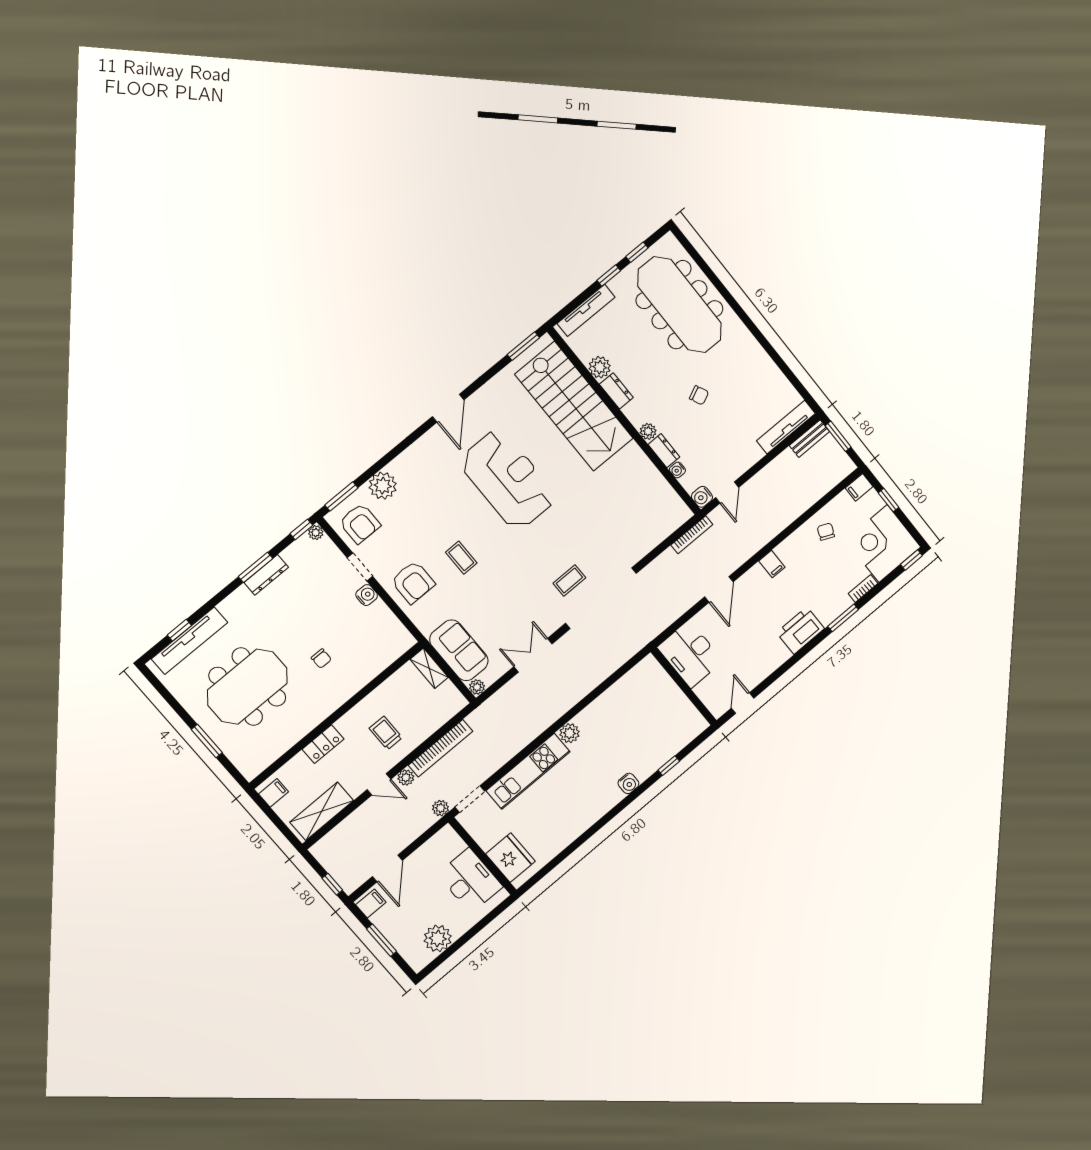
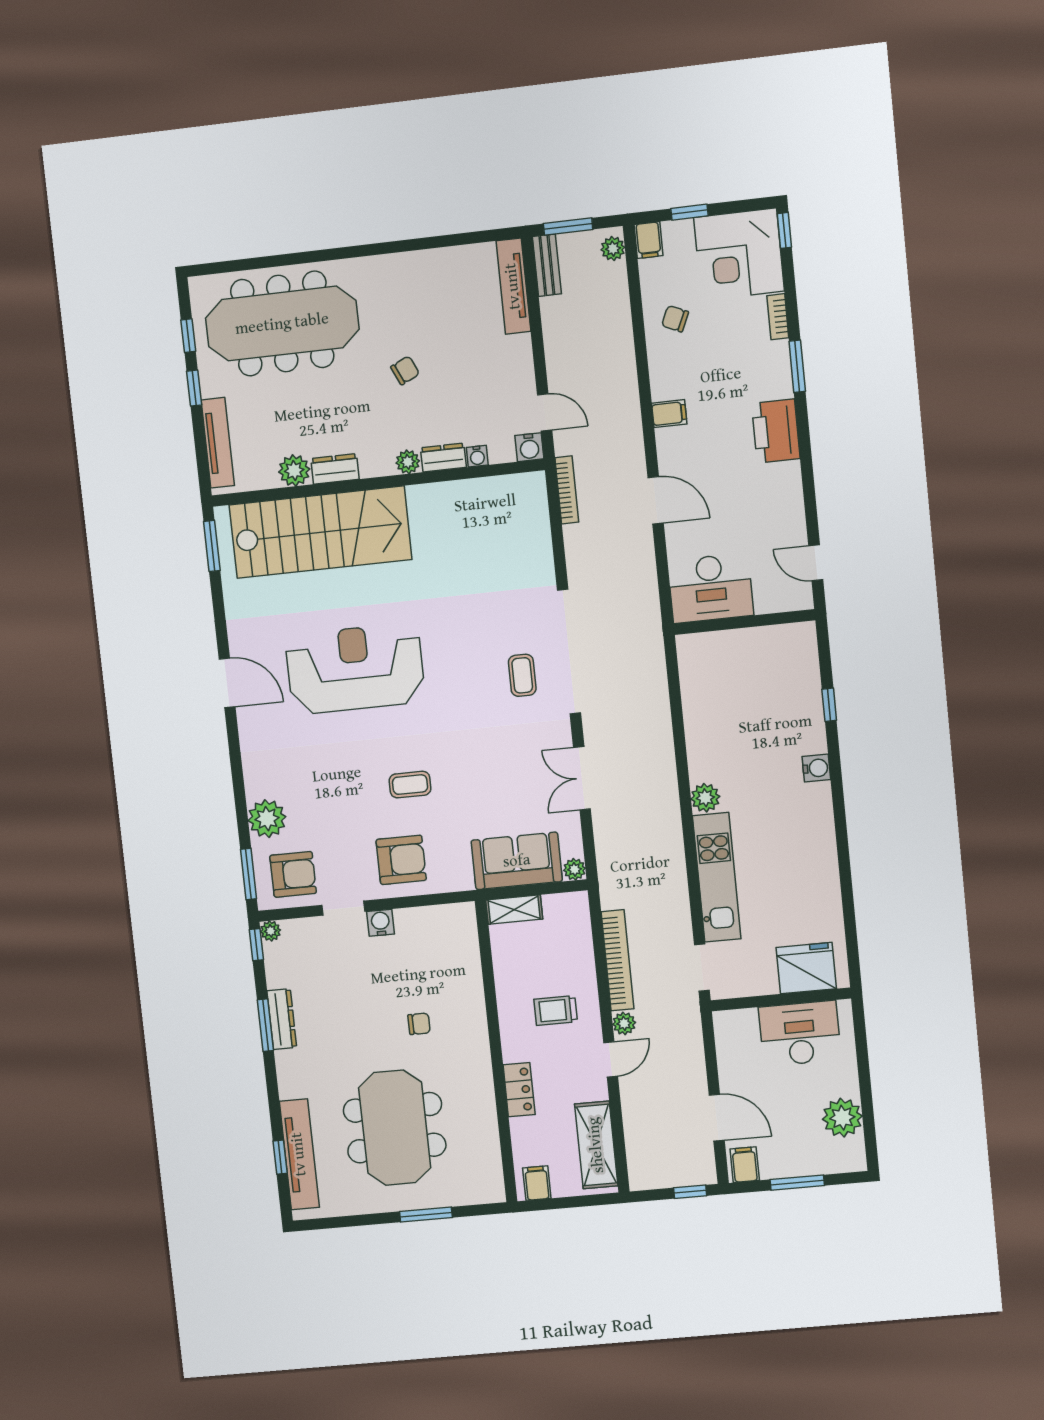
plant: (440, 808) -> (613, 249), moved

